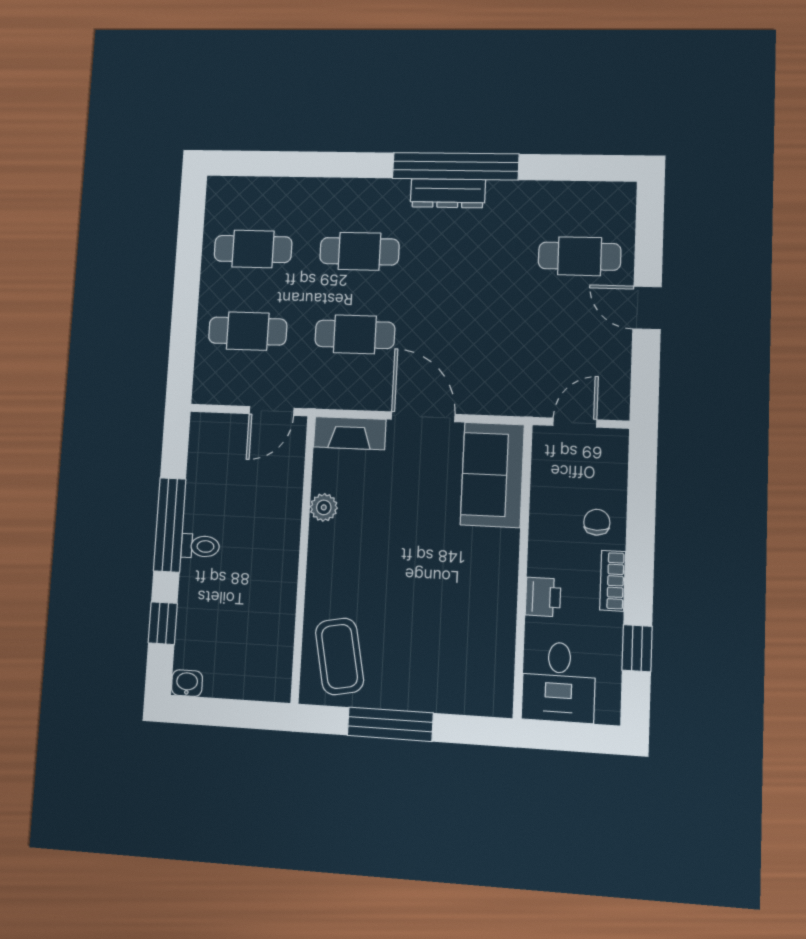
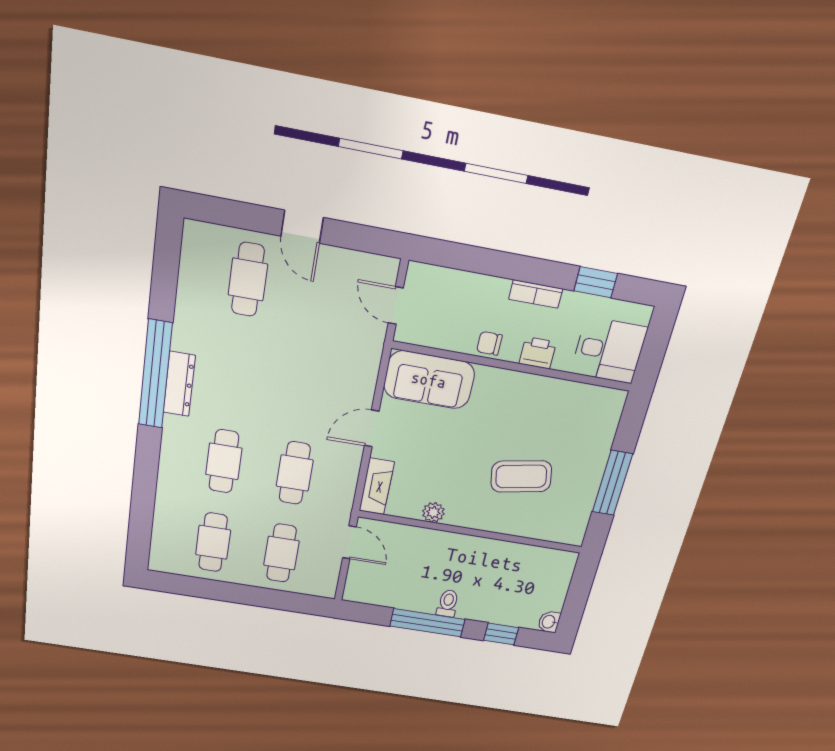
door: (647, 308) -> (302, 227), hinge flipped
door: (423, 417) -> (372, 428), width x0.73
chair: (597, 522) -> (489, 343), moved
coffee table: (339, 656) -> (521, 476), moved

